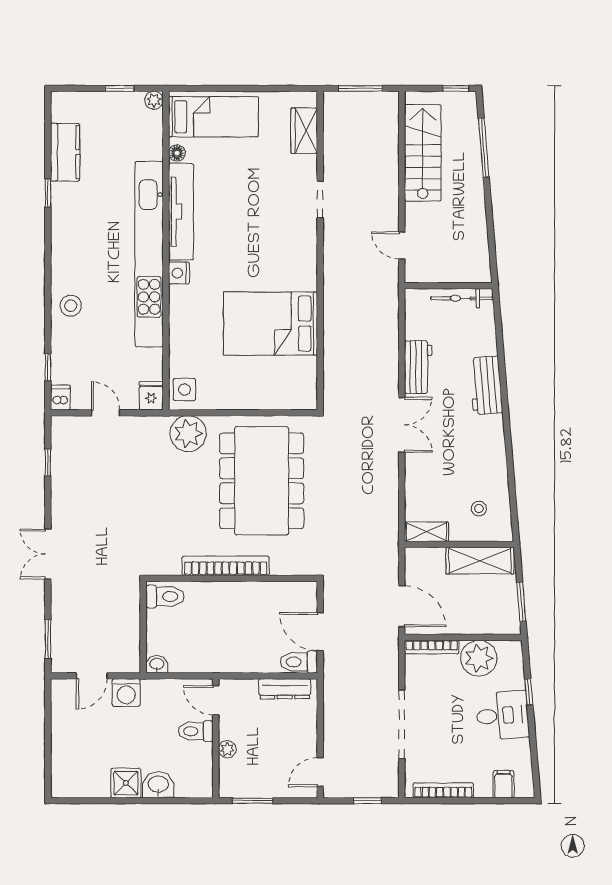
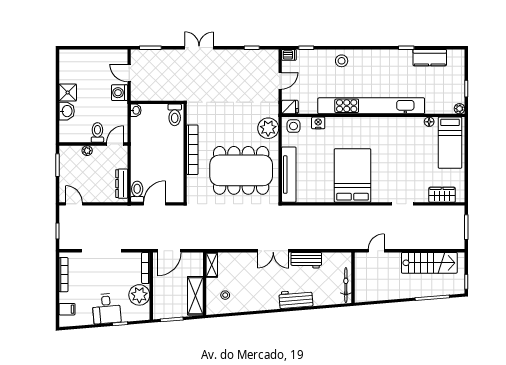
tv unit: (181, 212) -> (289, 175), moved, turned -90
nightstand: (179, 273) -> (318, 123), moved
bed: (270, 324) -> (353, 175), moved

